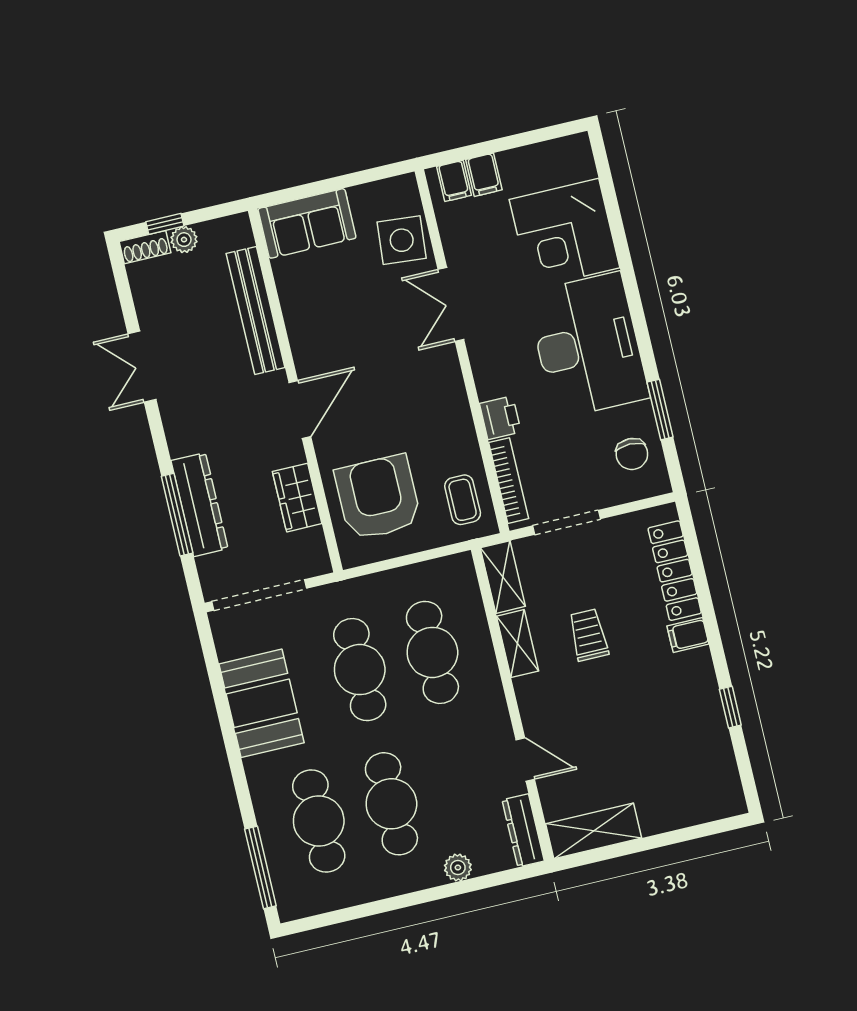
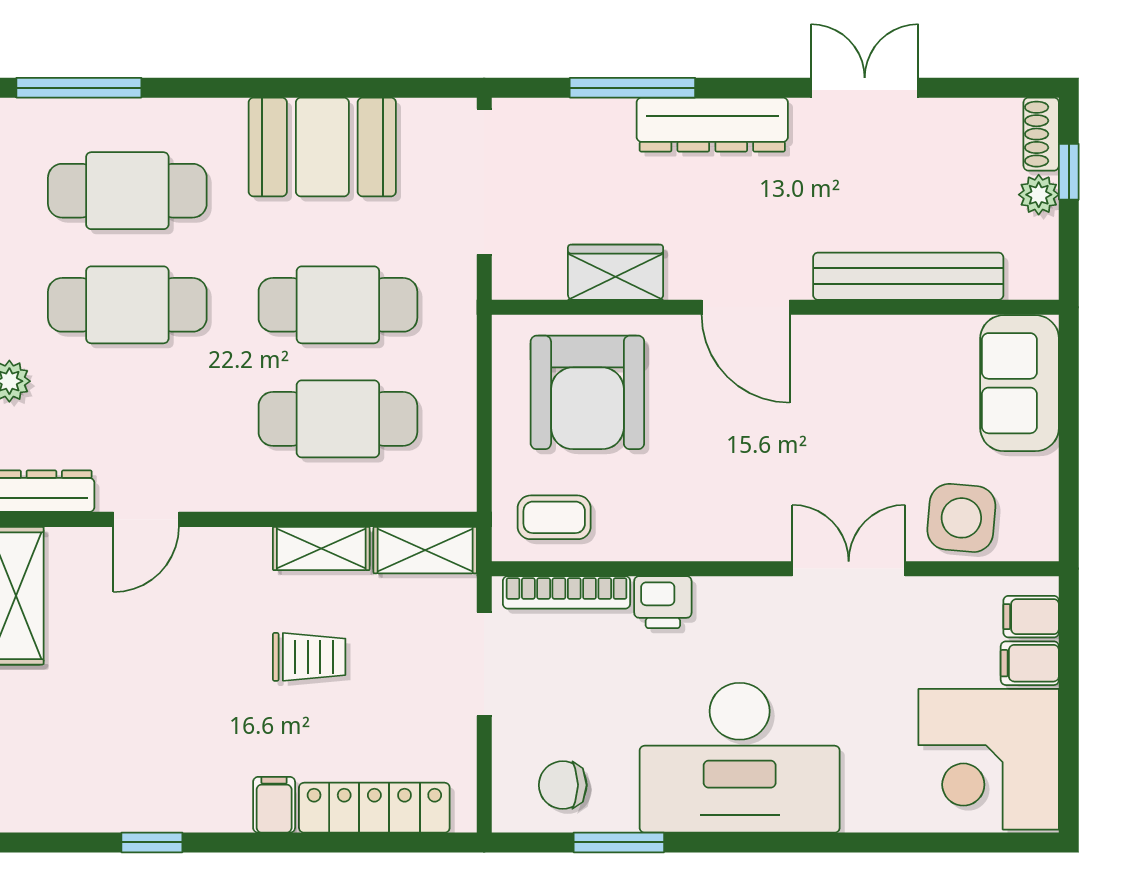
corner desk: (564, 234) -> (989, 759), moved, turned -90
armchair: (378, 497) -> (587, 392), turned 90
dresser: (199, 505) -> (712, 125), moved

